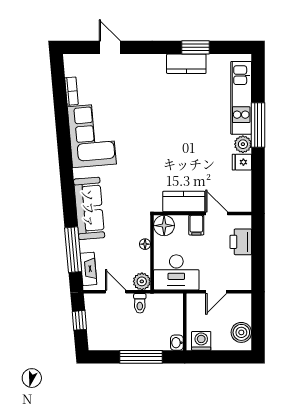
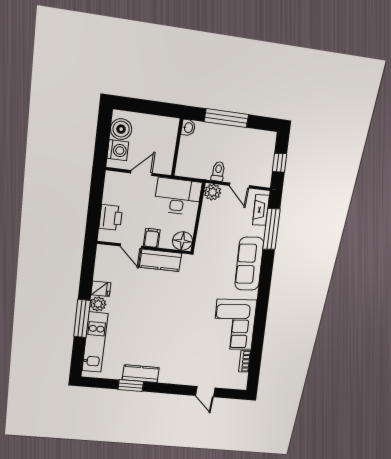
floor lamp: (145, 244) -> (203, 226), removed
washing machine: (201, 341) -> (118, 150), moved, turned -90

